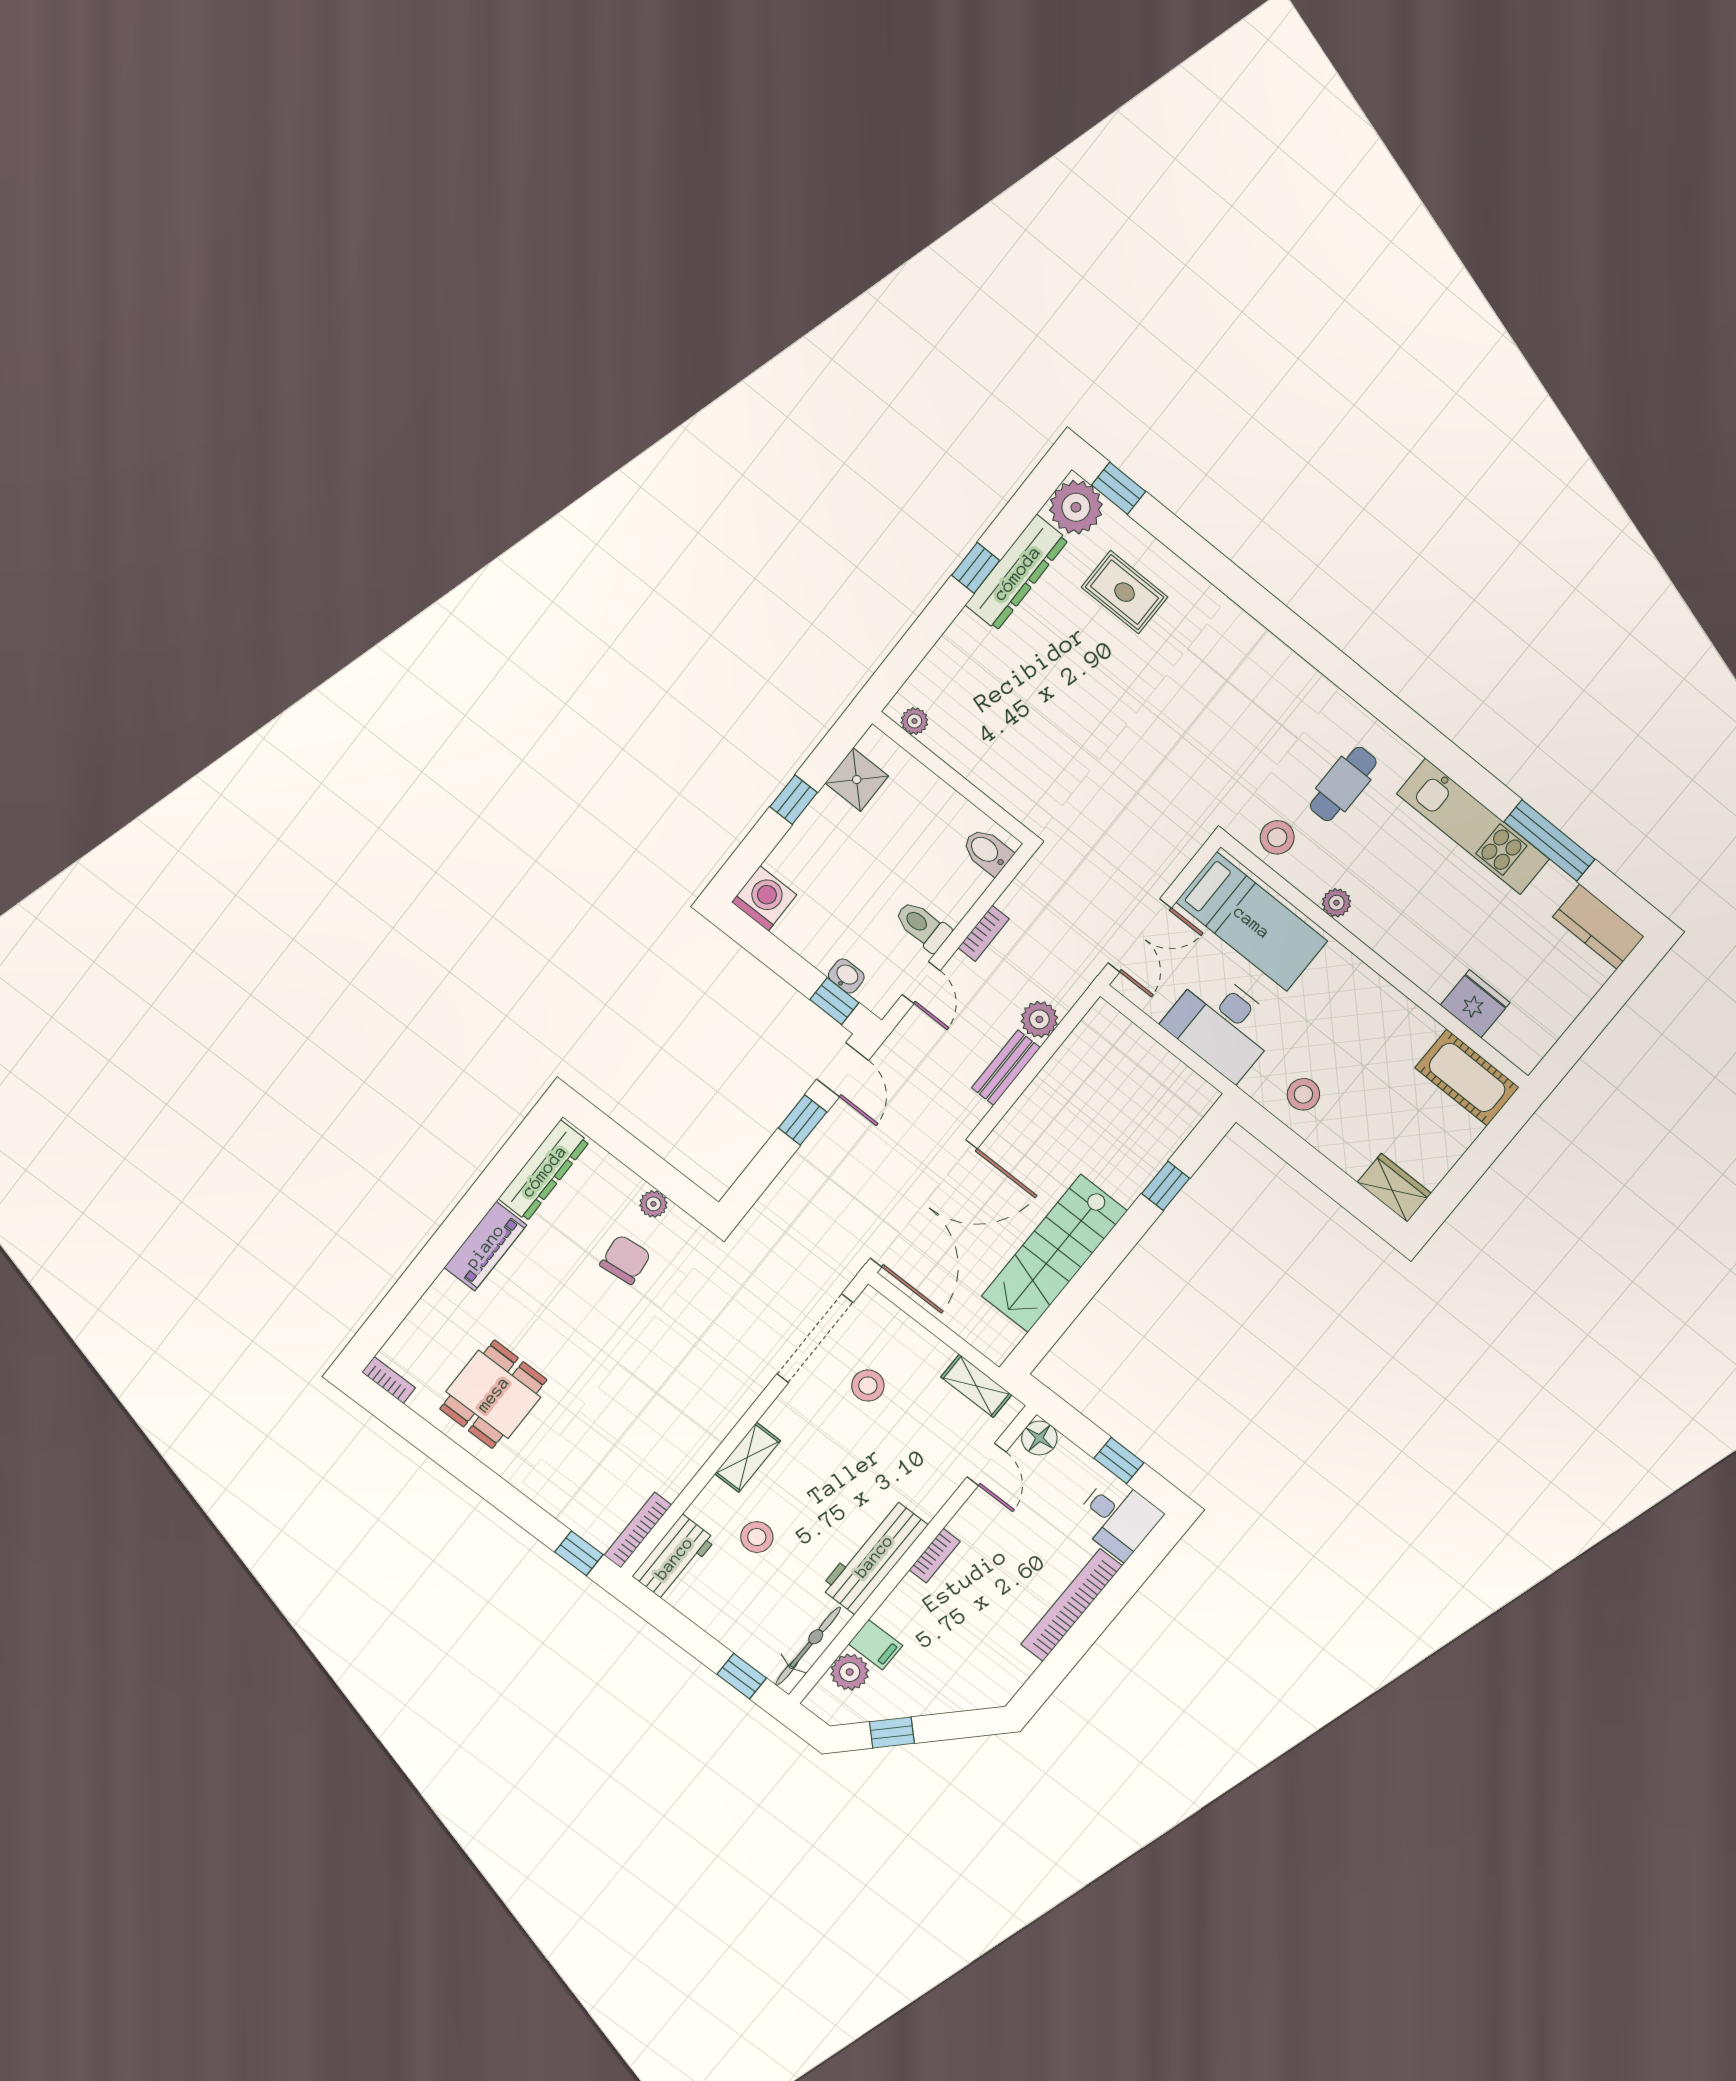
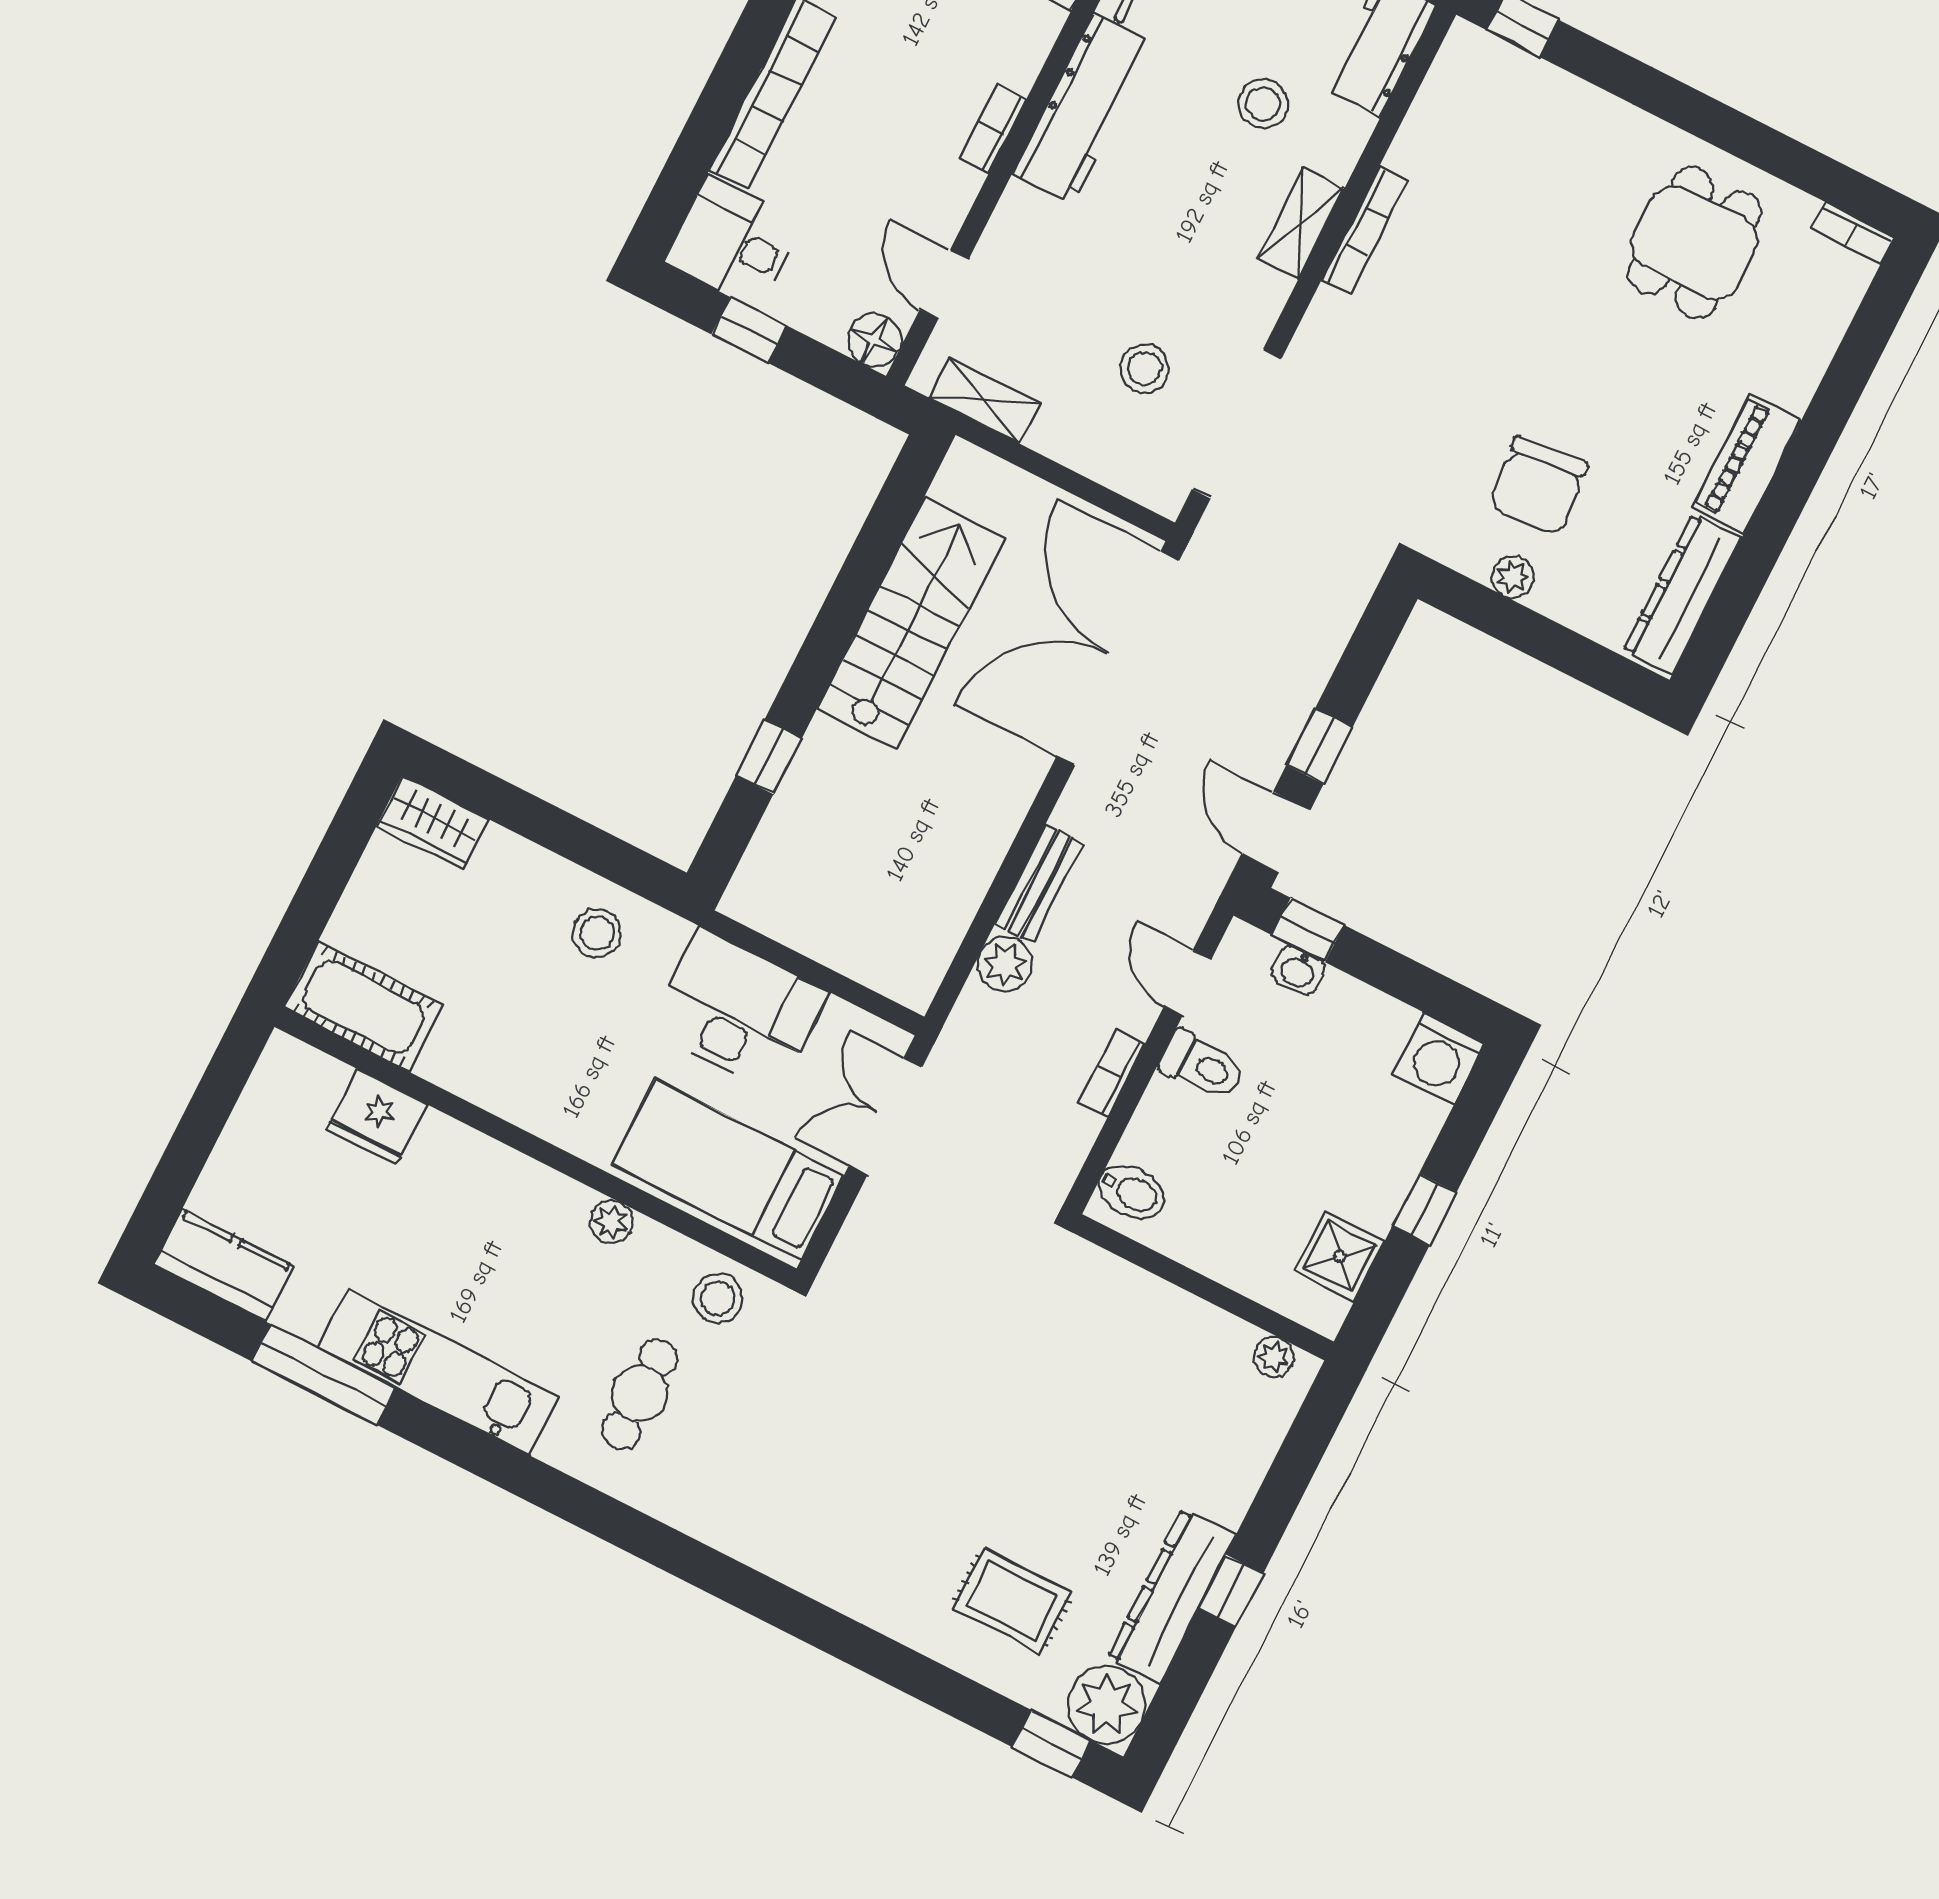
chair: (625, 1259) -> (1538, 486), width x1.37, depth x1.37
bookcase: (638, 1530) -> (1365, 230), moved

